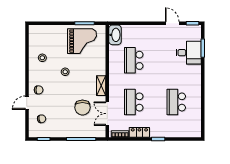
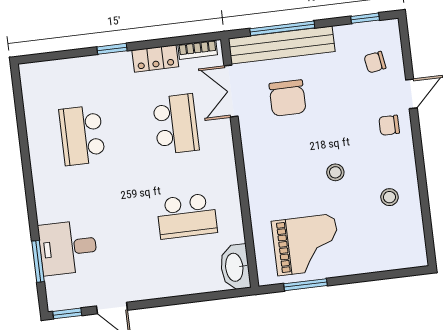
grand piano: (82, 41) -> (306, 245), turned 180
school desk: (134, 60) -> (187, 216), turned 90
shelving: (101, 86) -> (252, 152), removed
school desk: (176, 102) -> (82, 135), turned 180
chair: (82, 108) -> (288, 98), turned 180
double door: (107, 114) -> (231, 91), swing flipped
bench: (82, 132) -> (282, 45), added

